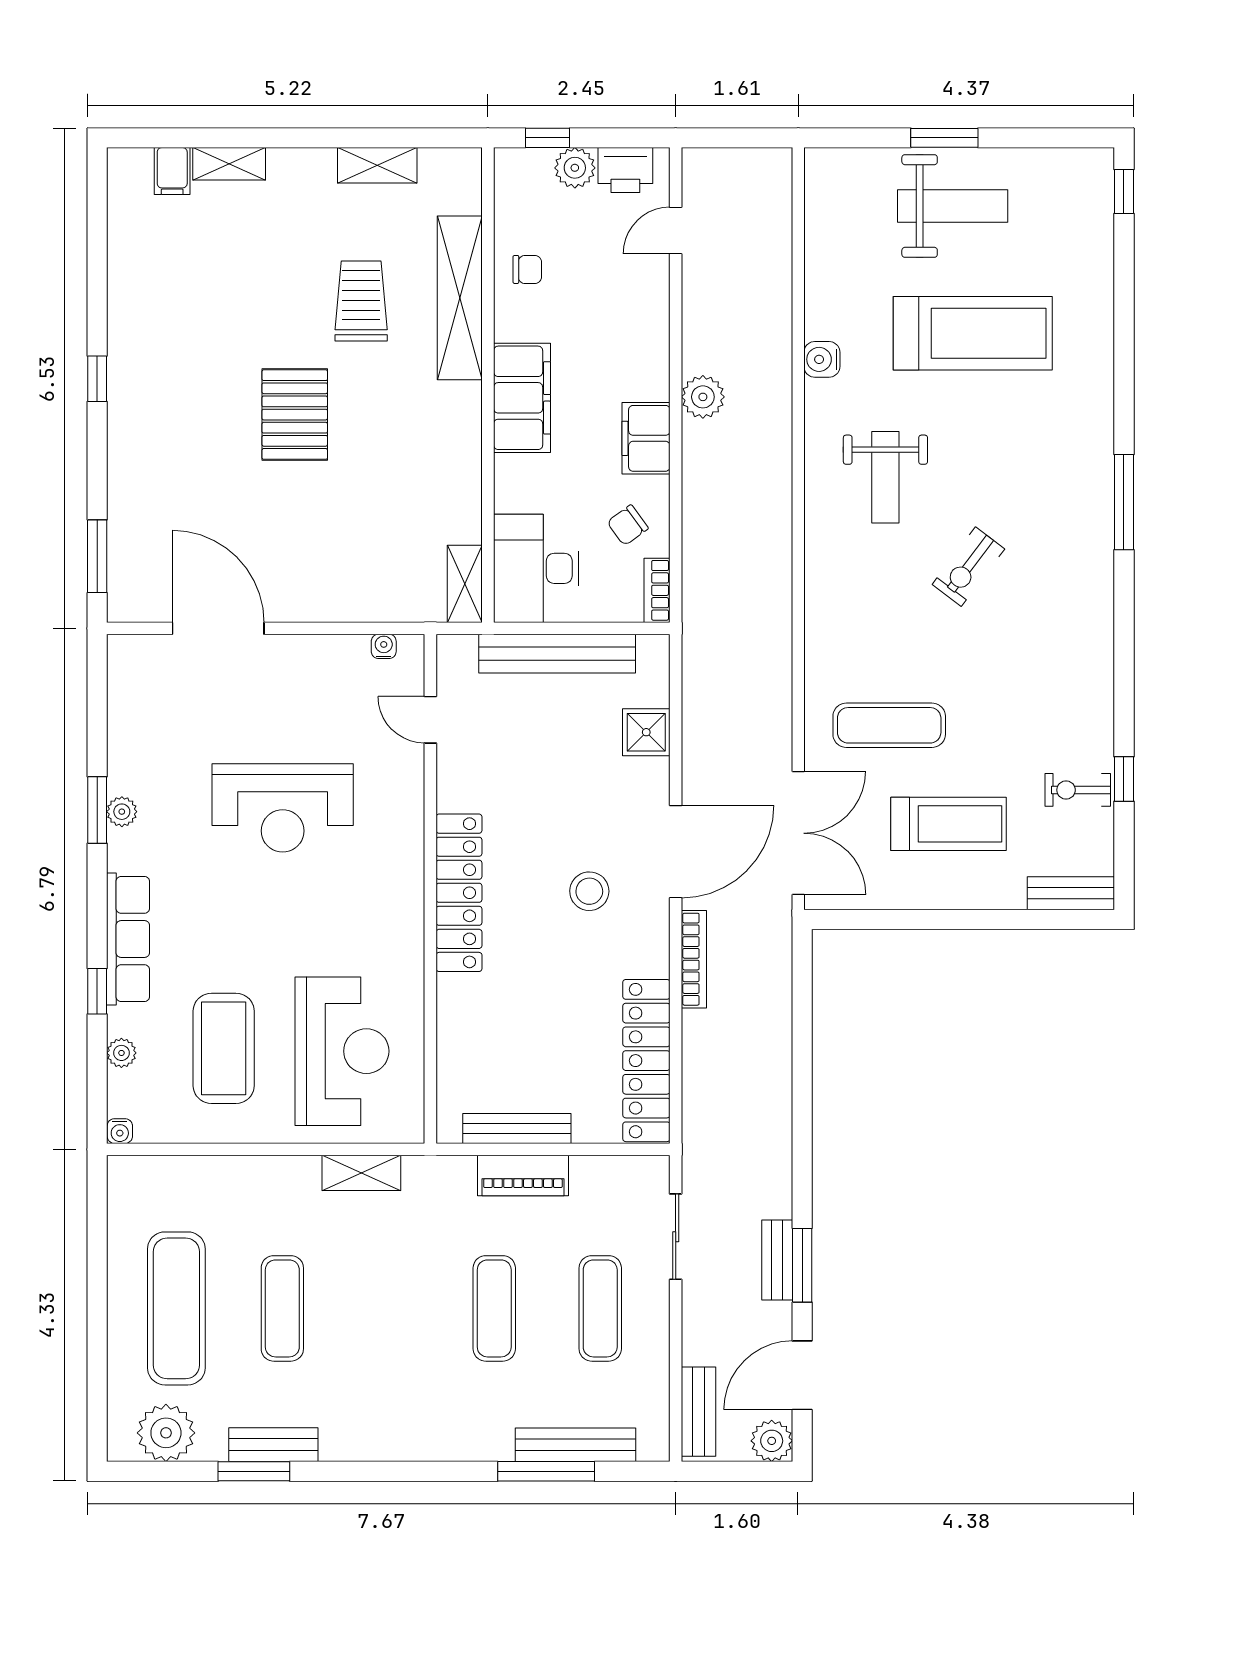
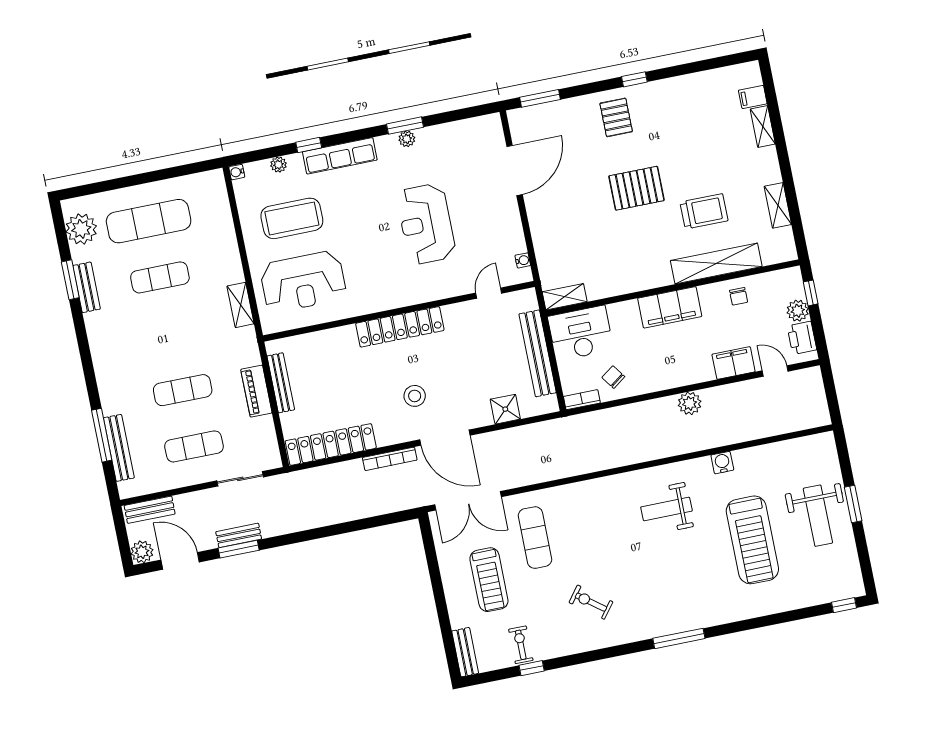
pallet: (159, 426) -> (616, 117), added
filing cabinet: (646, 438) -> (734, 363), moved
exercise bike: (968, 567) -> (591, 602), moved

